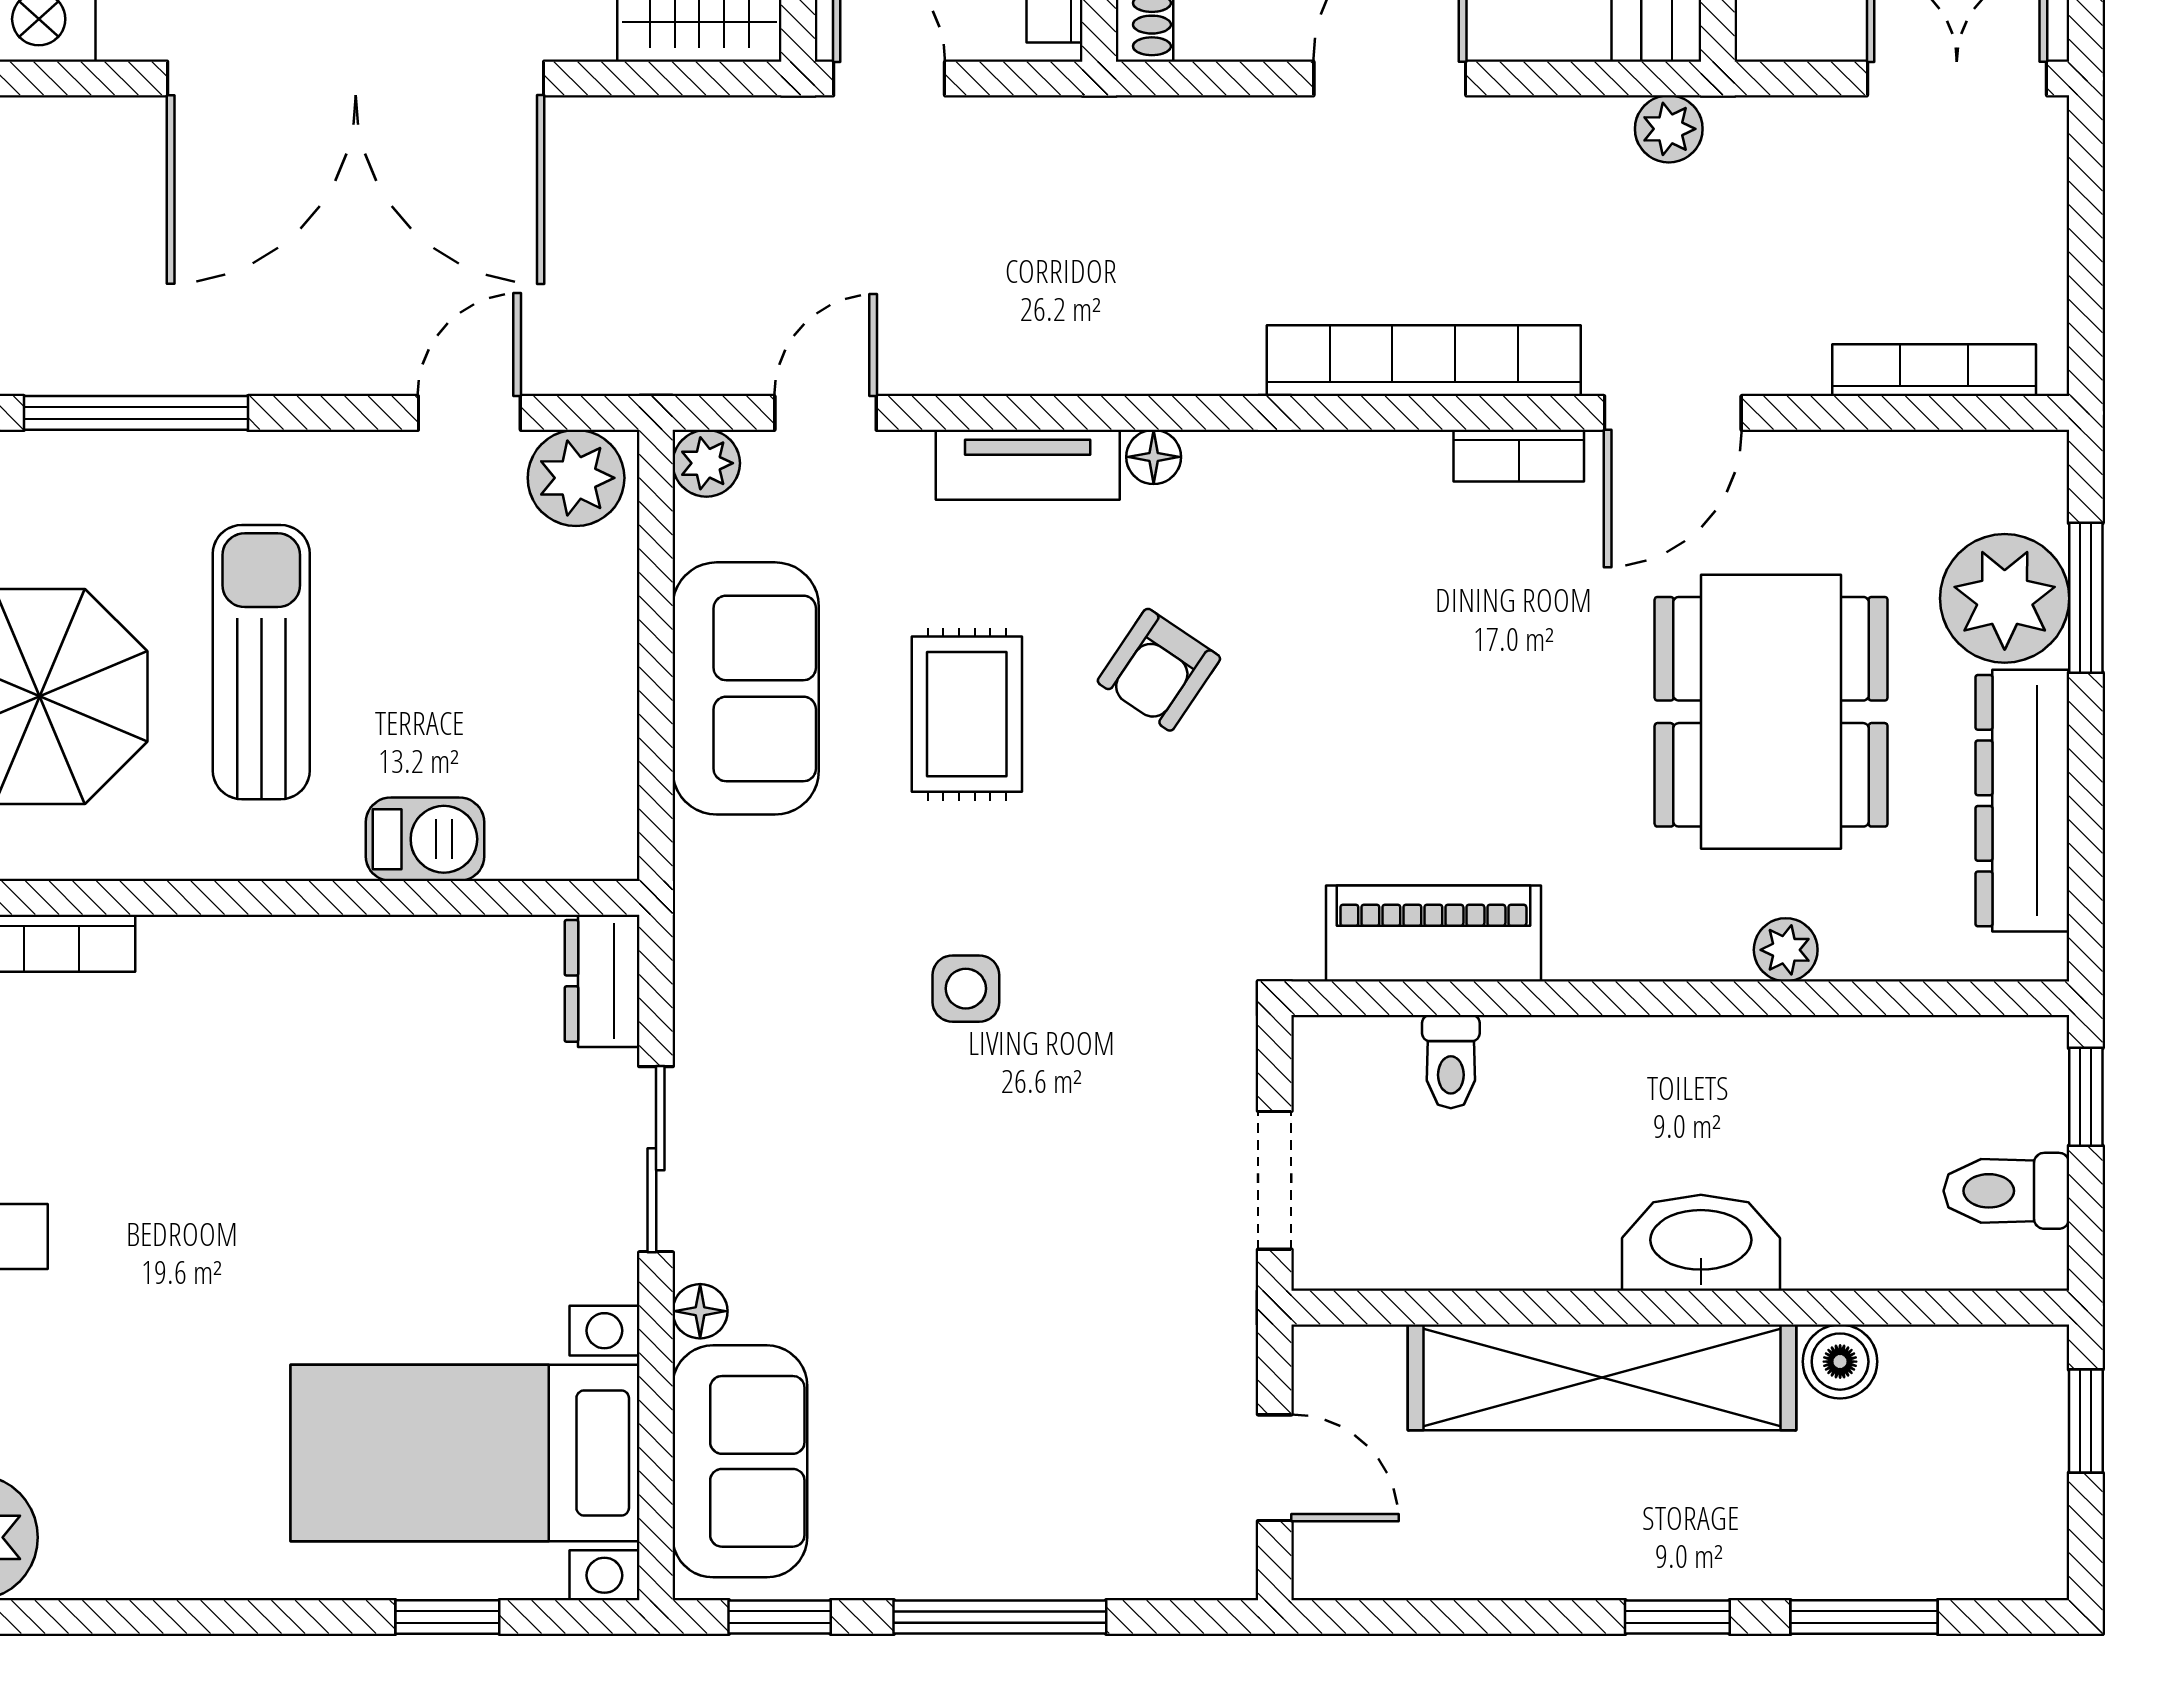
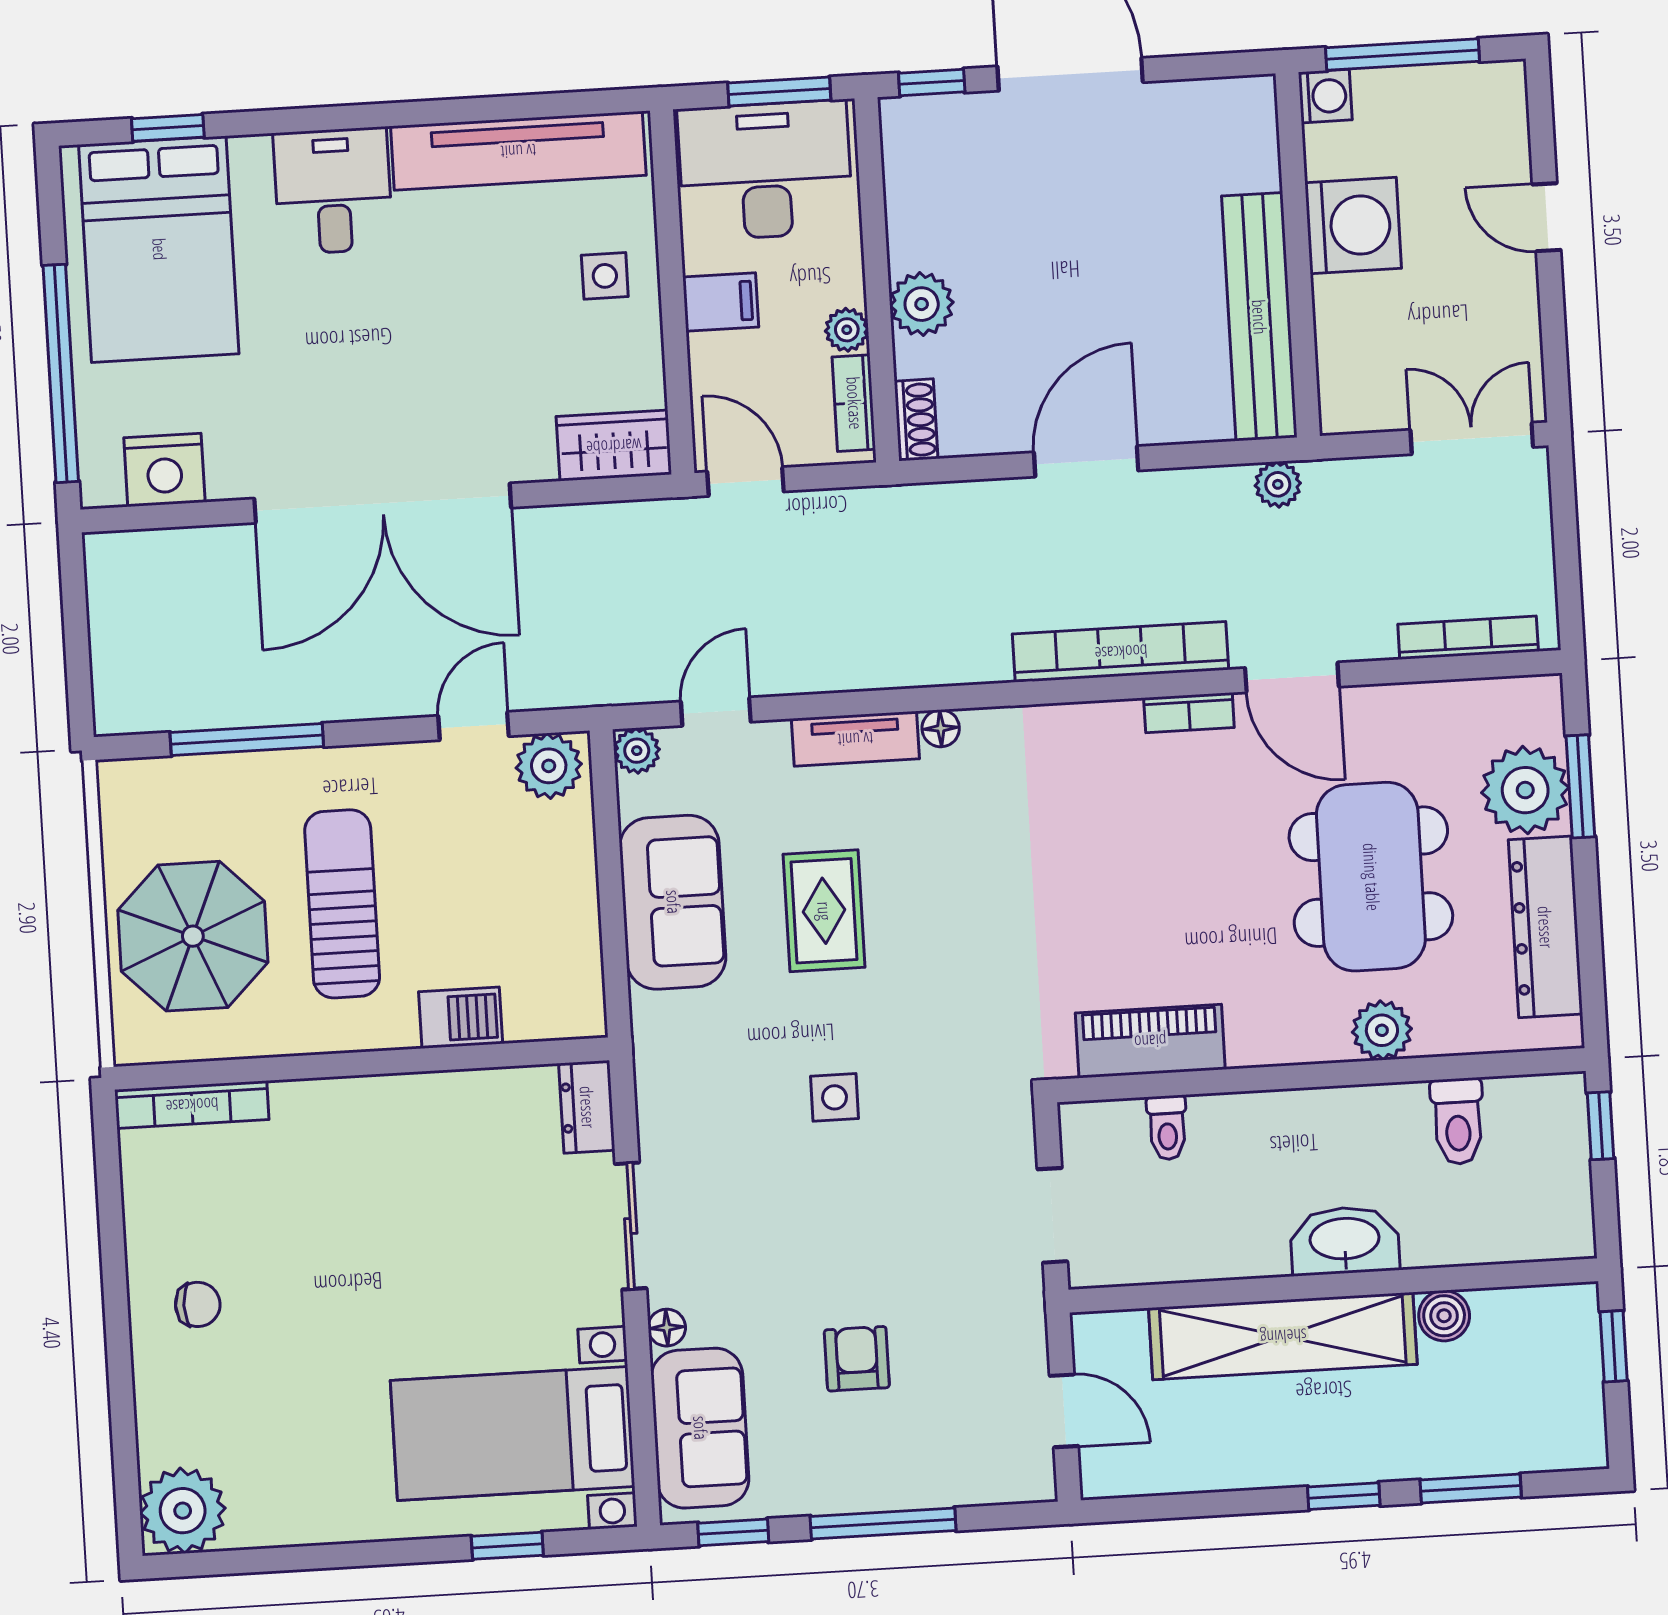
door: (1673, 413) -> (1292, 677), hinge flipped
armchair: (1159, 670) -> (857, 1359), moved, turned 146
plant: (1786, 950) -> (1382, 1030), width x1.38, depth x1.38
toilet: (2006, 1191) -> (1458, 1121), moved, turned -90

